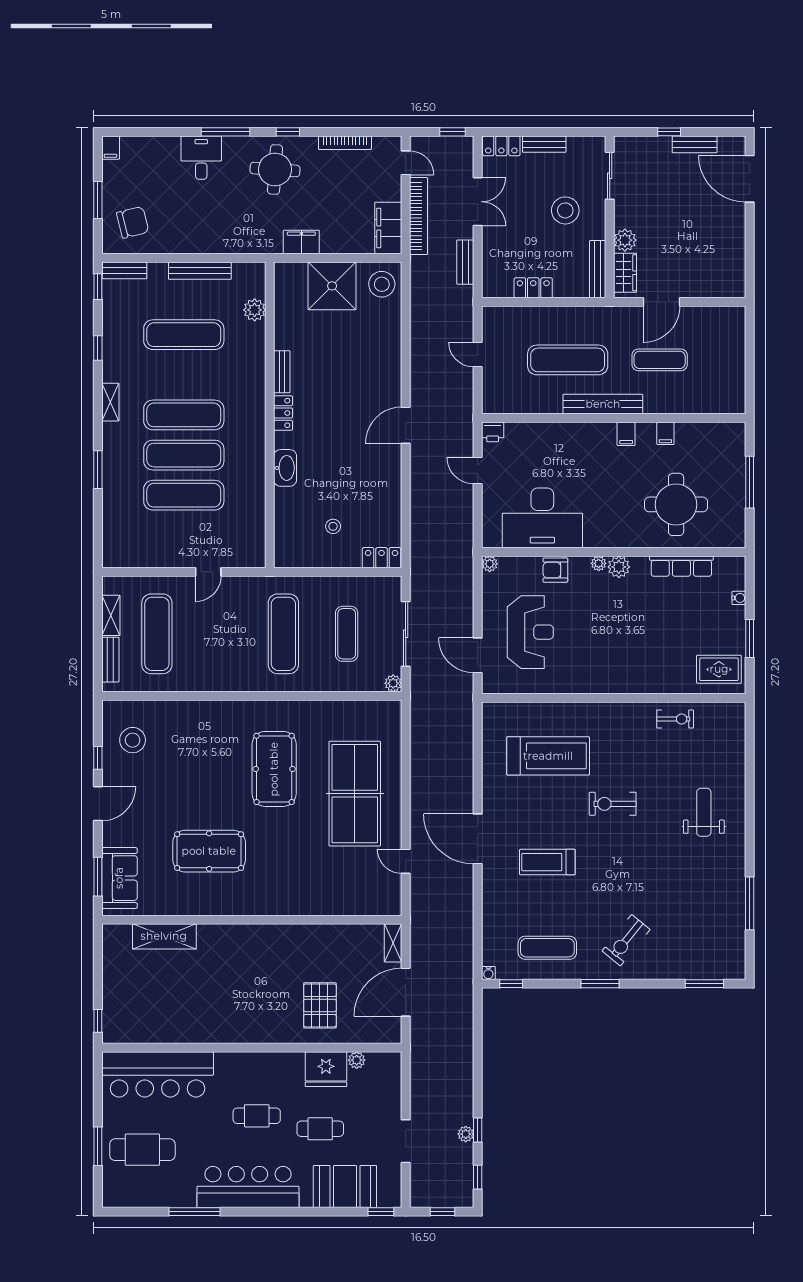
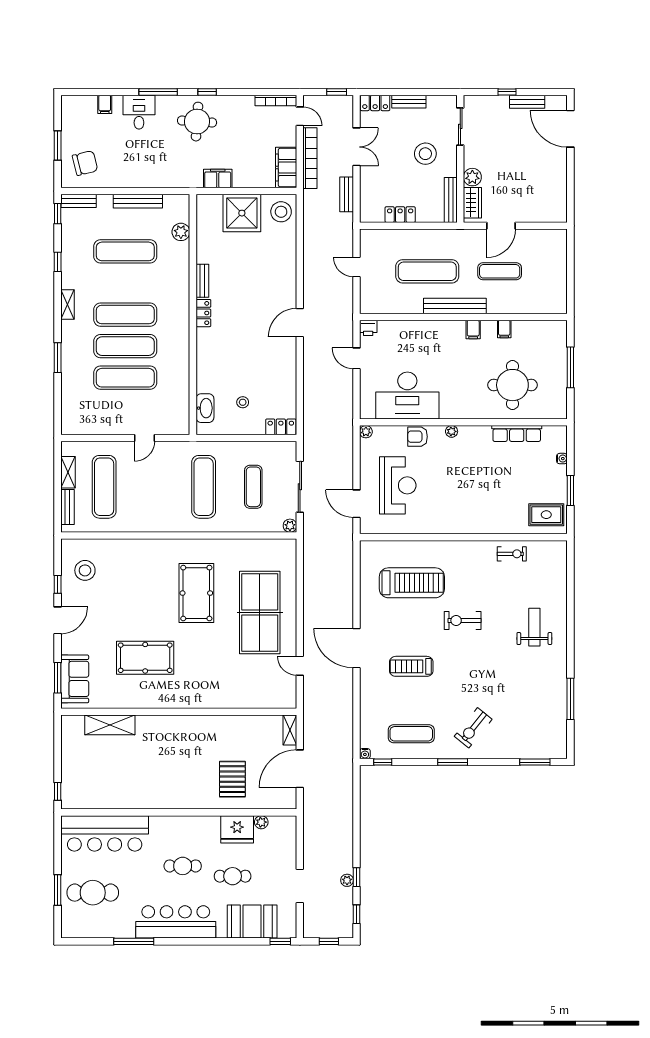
bookcase: (345, 143) -> (276, 100), moved
filing cabinet: (111, 148) -> (105, 104), moved
washbasin: (285, 468) -> (205, 408), moved
plant: (619, 567) -> (467, 434), removed

